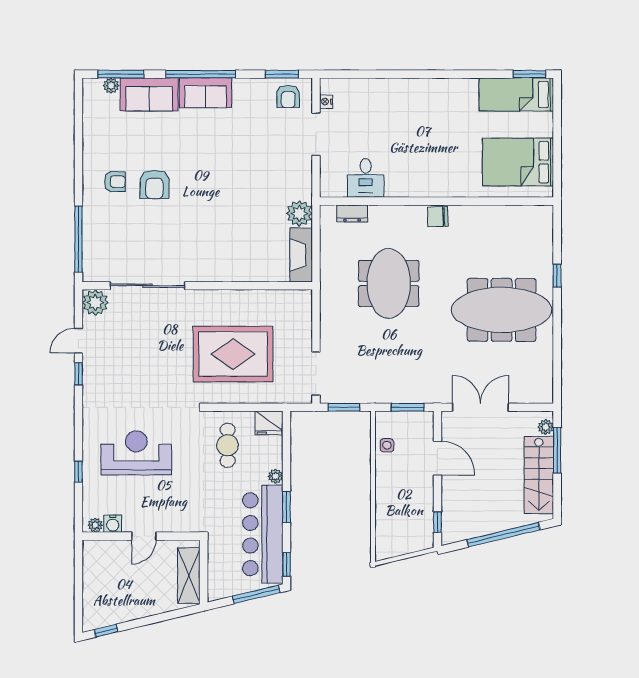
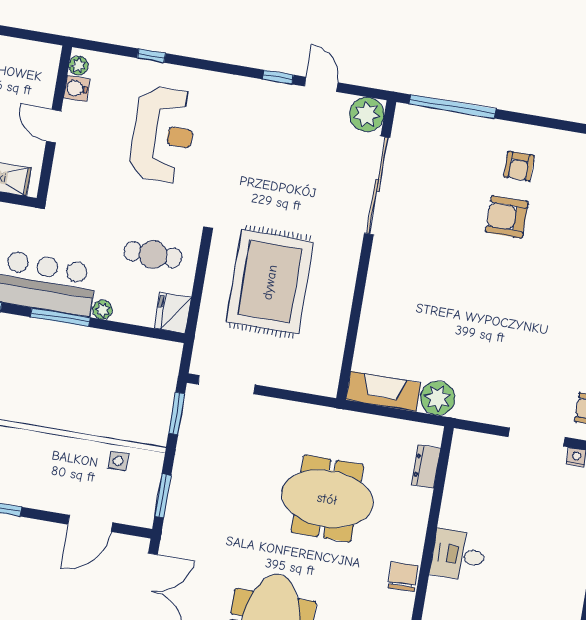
desk: (366, 178) -> (458, 555), moved
window: (287, 507) -> (60, 317), width x1.44

